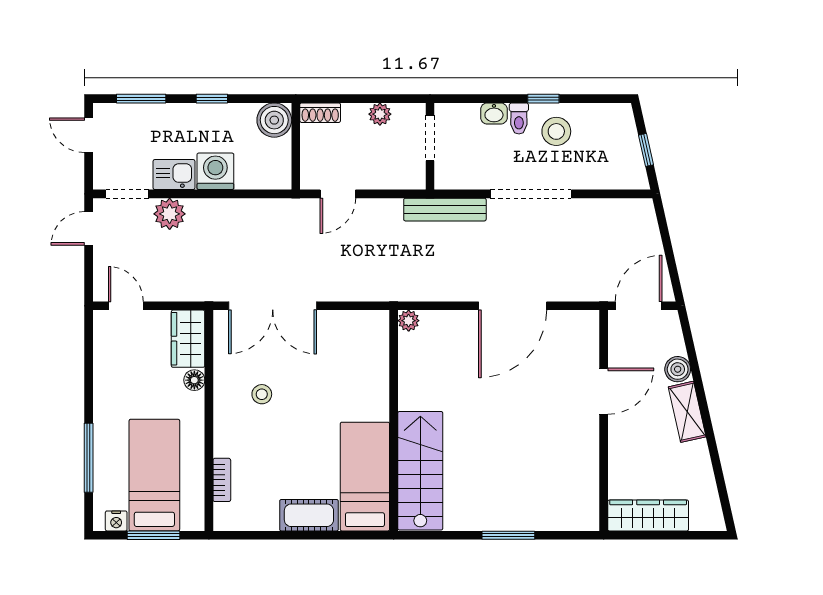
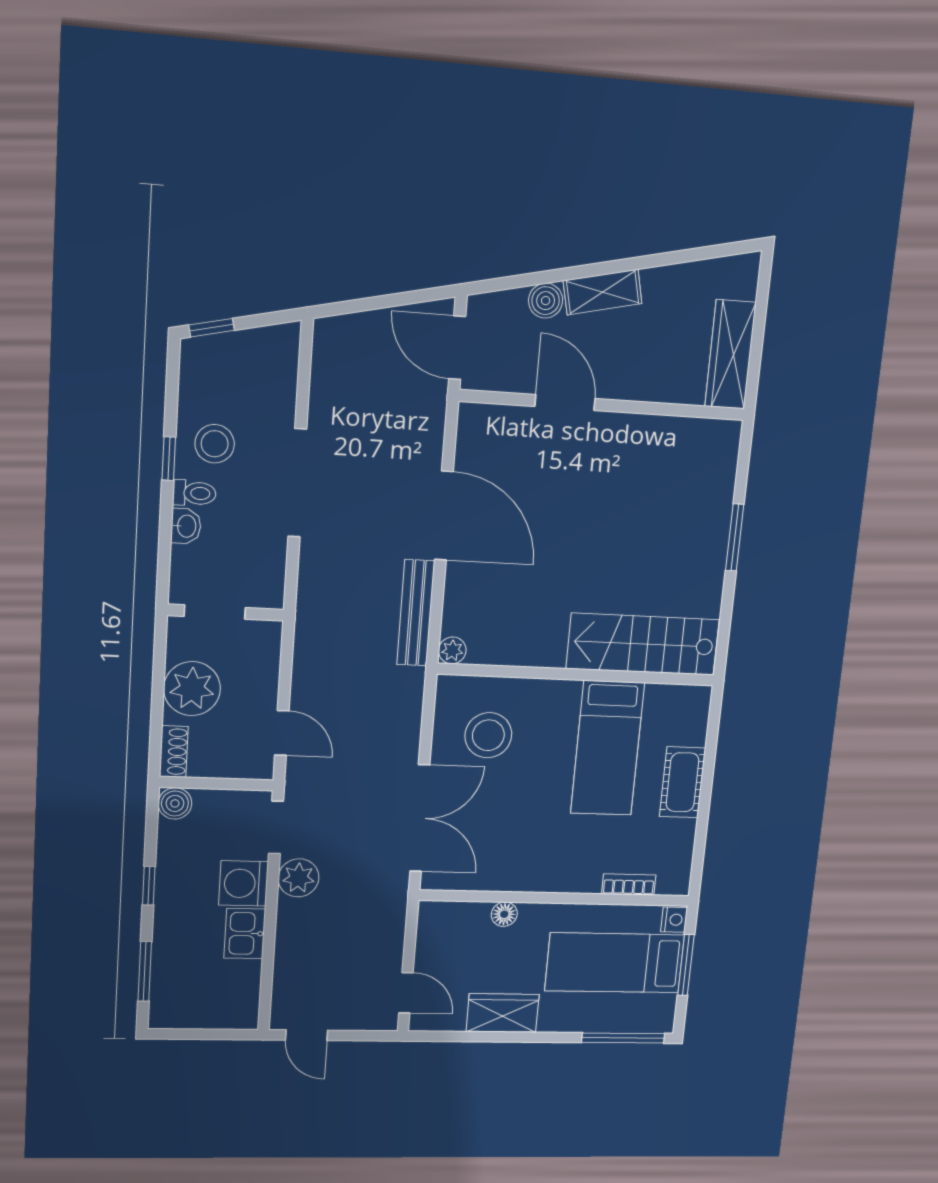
plant: (380, 114) -> (192, 689), width x1.88, depth x1.88
boiler: (274, 120) -> (175, 803), width x0.73, depth x0.73
door: (89, 135) -> (189, 1034), removed
window: (646, 150) -> (212, 328), moved
doorway: (127, 194) -> (276, 827), moved
bench: (445, 210) -> (416, 613), moved
plant: (170, 214) -> (299, 878), moved
door: (126, 306) -> (406, 993), swing flipped
wardrobe: (188, 339) -> (503, 1013), moved, turned 180
stool: (262, 394) -> (488, 735), moved, width x1.89, depth x1.89
window: (89, 458) -> (623, 1038), moved
bed: (365, 477) -> (607, 748), moved, turned -90
nightstand: (116, 521) -> (674, 920), moved

